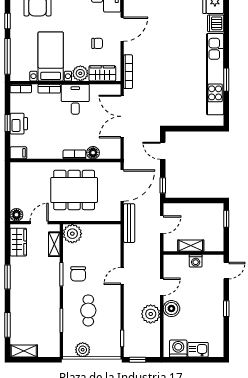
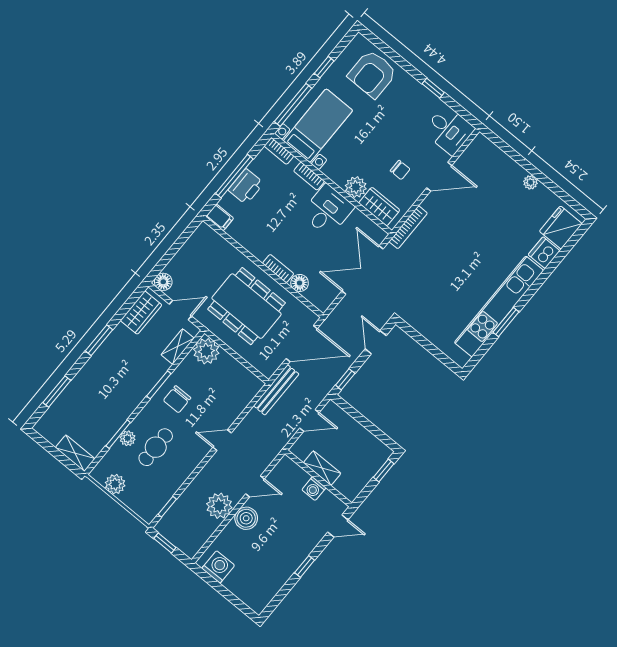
bed with nightstands: (51, 56) -> (318, 126), moved
window: (7, 123) -> (234, 176), width x2.17
plant: (69, 318) -> (128, 438), added
kitchen sink: (198, 350) -> (238, 586), removed
shelving: (24, 351) -> (75, 453), moved

